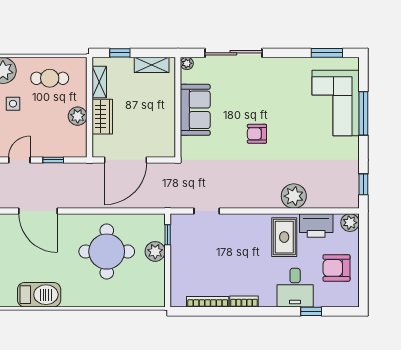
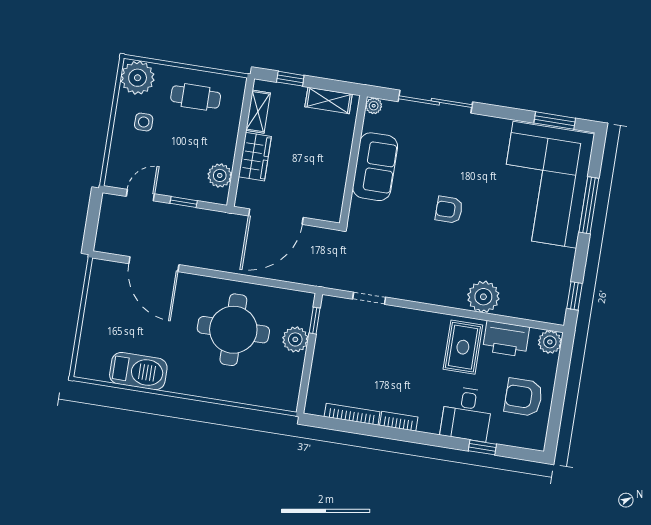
corner sofa: (336, 103) -> (545, 185), width x1.36, depth x1.36
plant: (78, 116) -> (220, 175), moved

